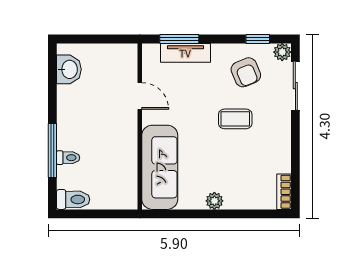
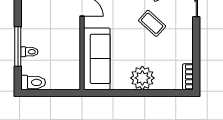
coffee table: (235, 119) -> (152, 23), turned 42
plant: (214, 201) -> (142, 78), width x1.88, depth x1.88

